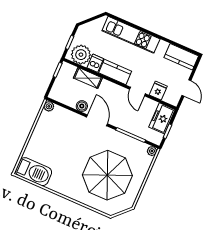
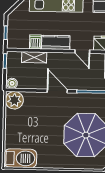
plant: (81, 55) -> (20, 39), removed
plant: (49, 106) -> (14, 100), width x1.87, depth x1.87
boiler: (82, 106) -> (12, 83), moved

